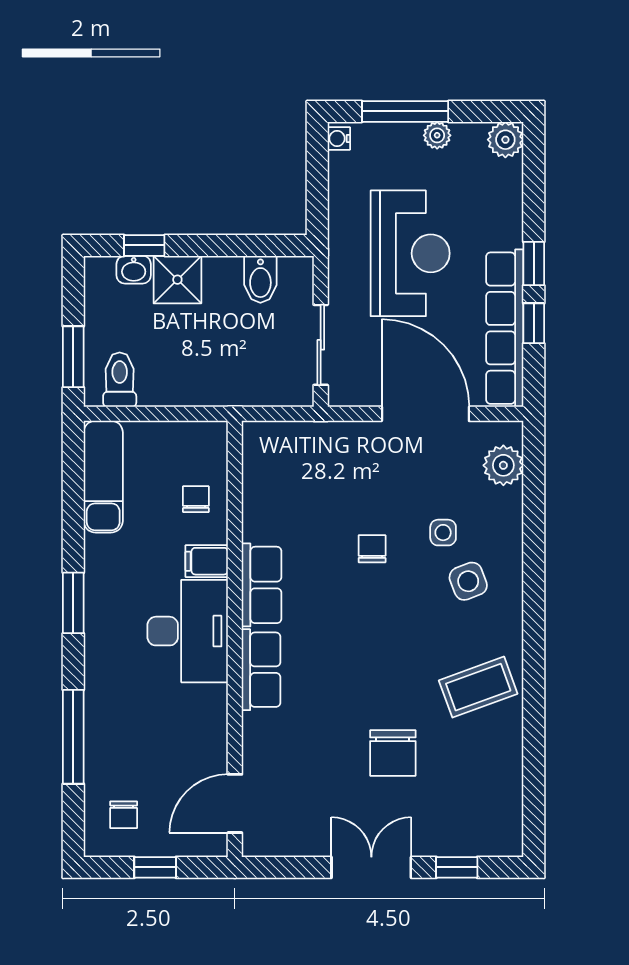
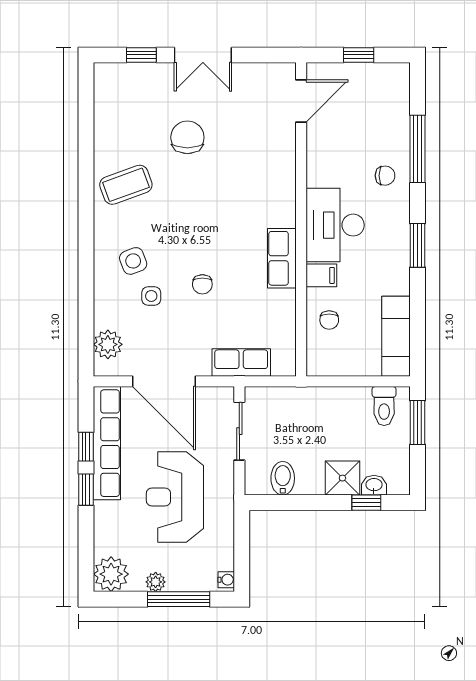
plant: (505, 140) -> (111, 574), width x1.36, depth x1.36
row of seats: (261, 670) -> (241, 363), moved, turned 90
chair: (124, 815) -> (385, 176), moved, turned 90

